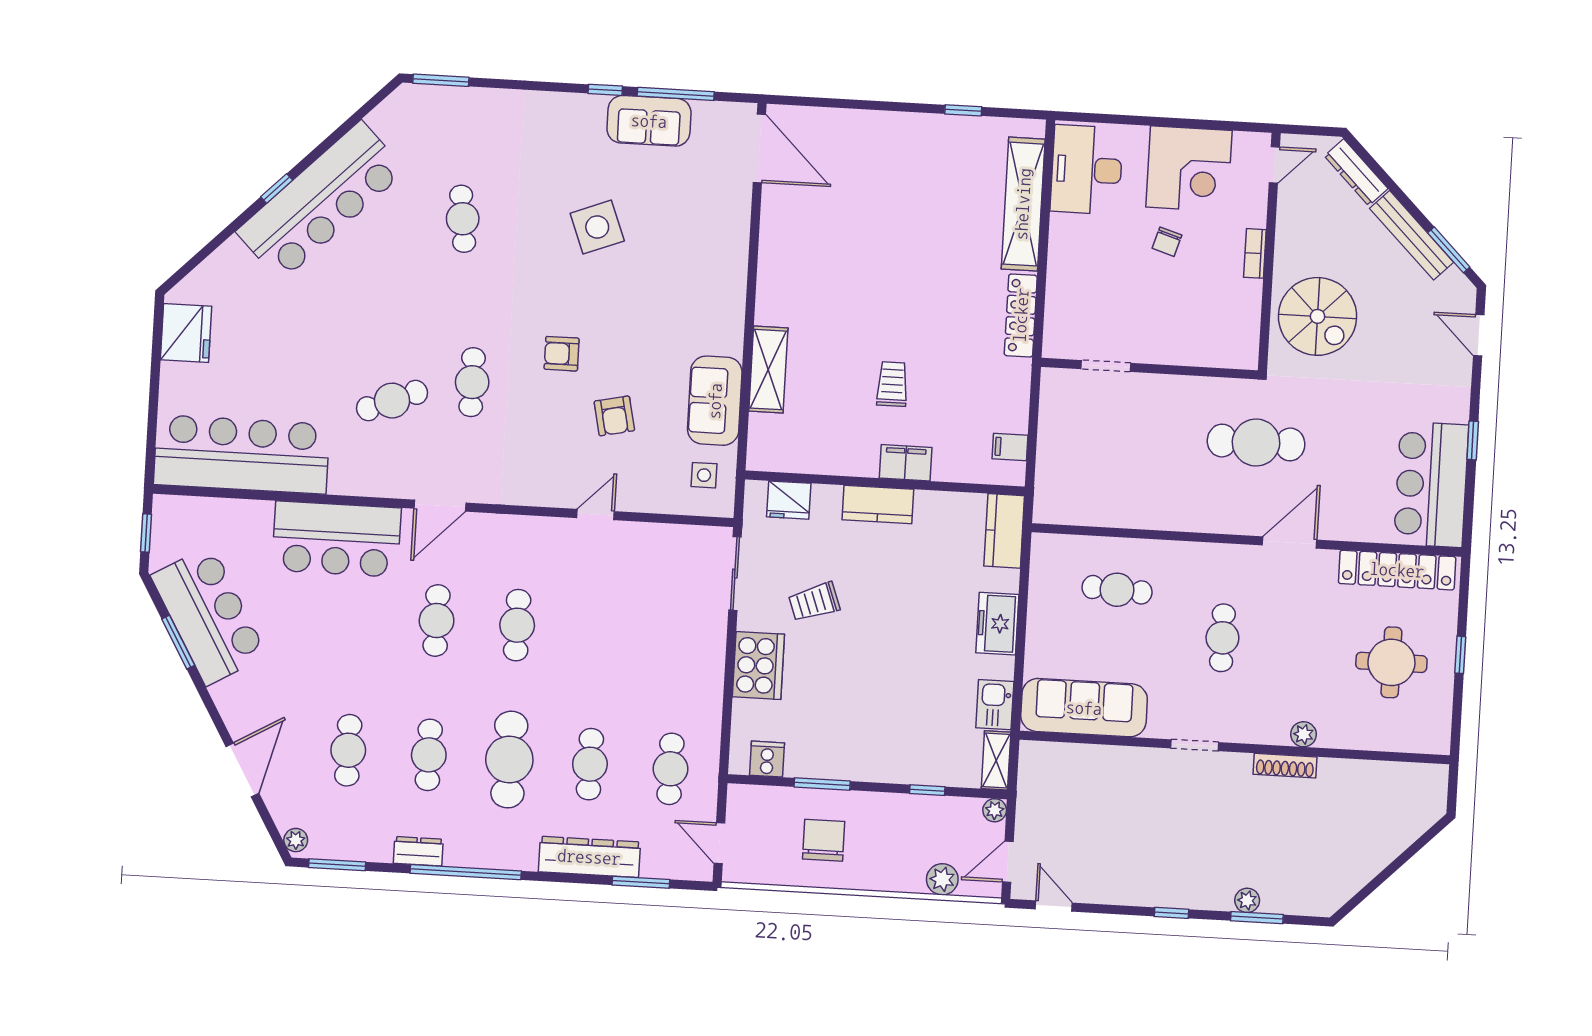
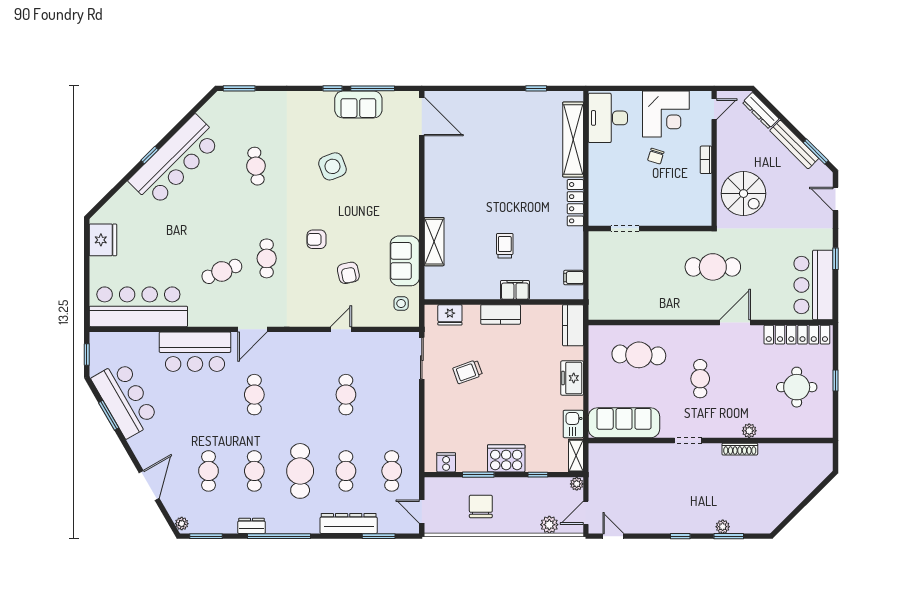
cafe table: (1117, 590) -> (639, 355), width x1.37, depth x1.35
cafe table: (517, 625) -> (346, 395), moved
cooker: (758, 666) -> (506, 458), moved, turned -90

